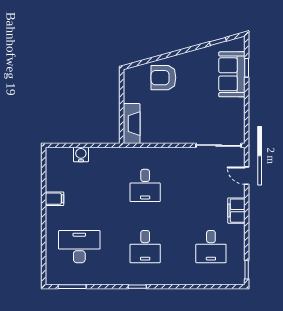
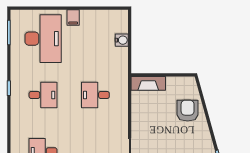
filing cabinet: (55, 199) -> (73, 18), moved
desk: (79, 247) -> (43, 39), width x1.36, depth x1.30
desk: (145, 247) -> (43, 95), turned 180

